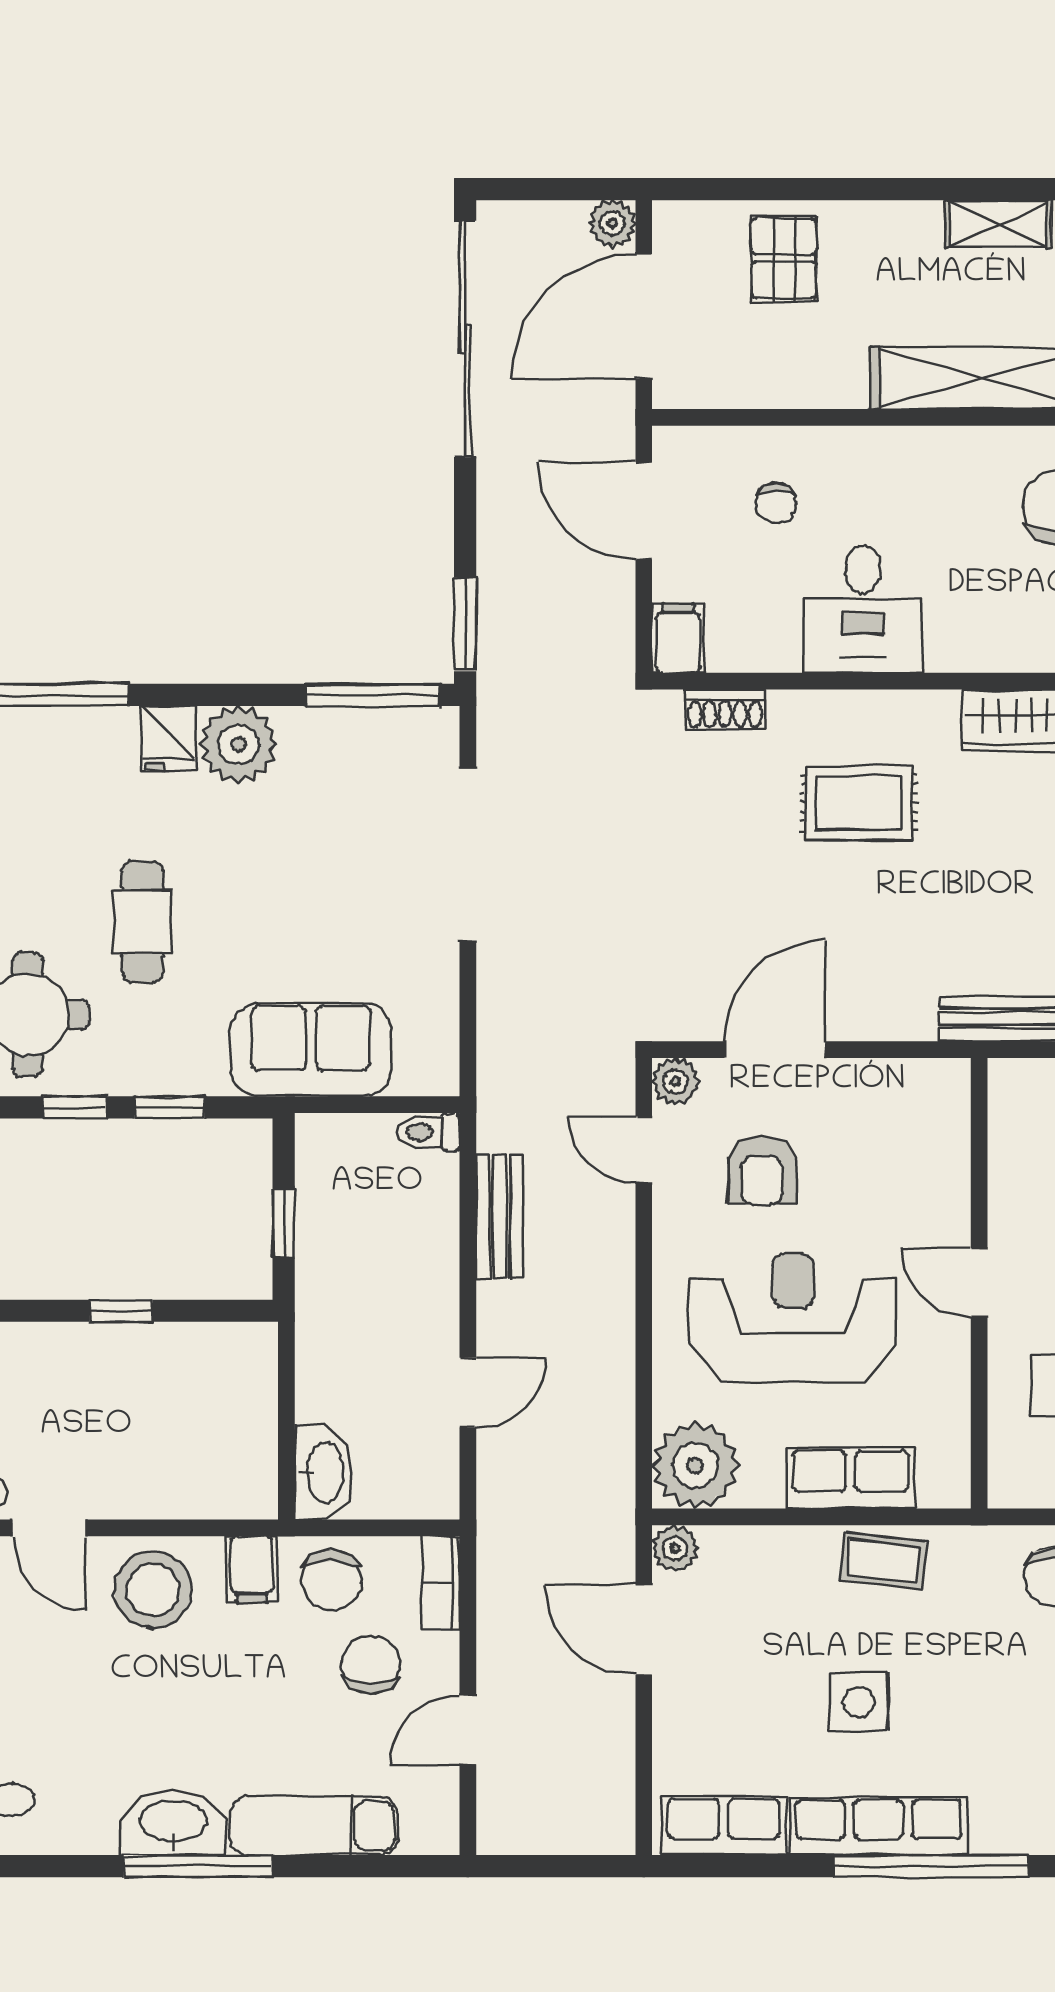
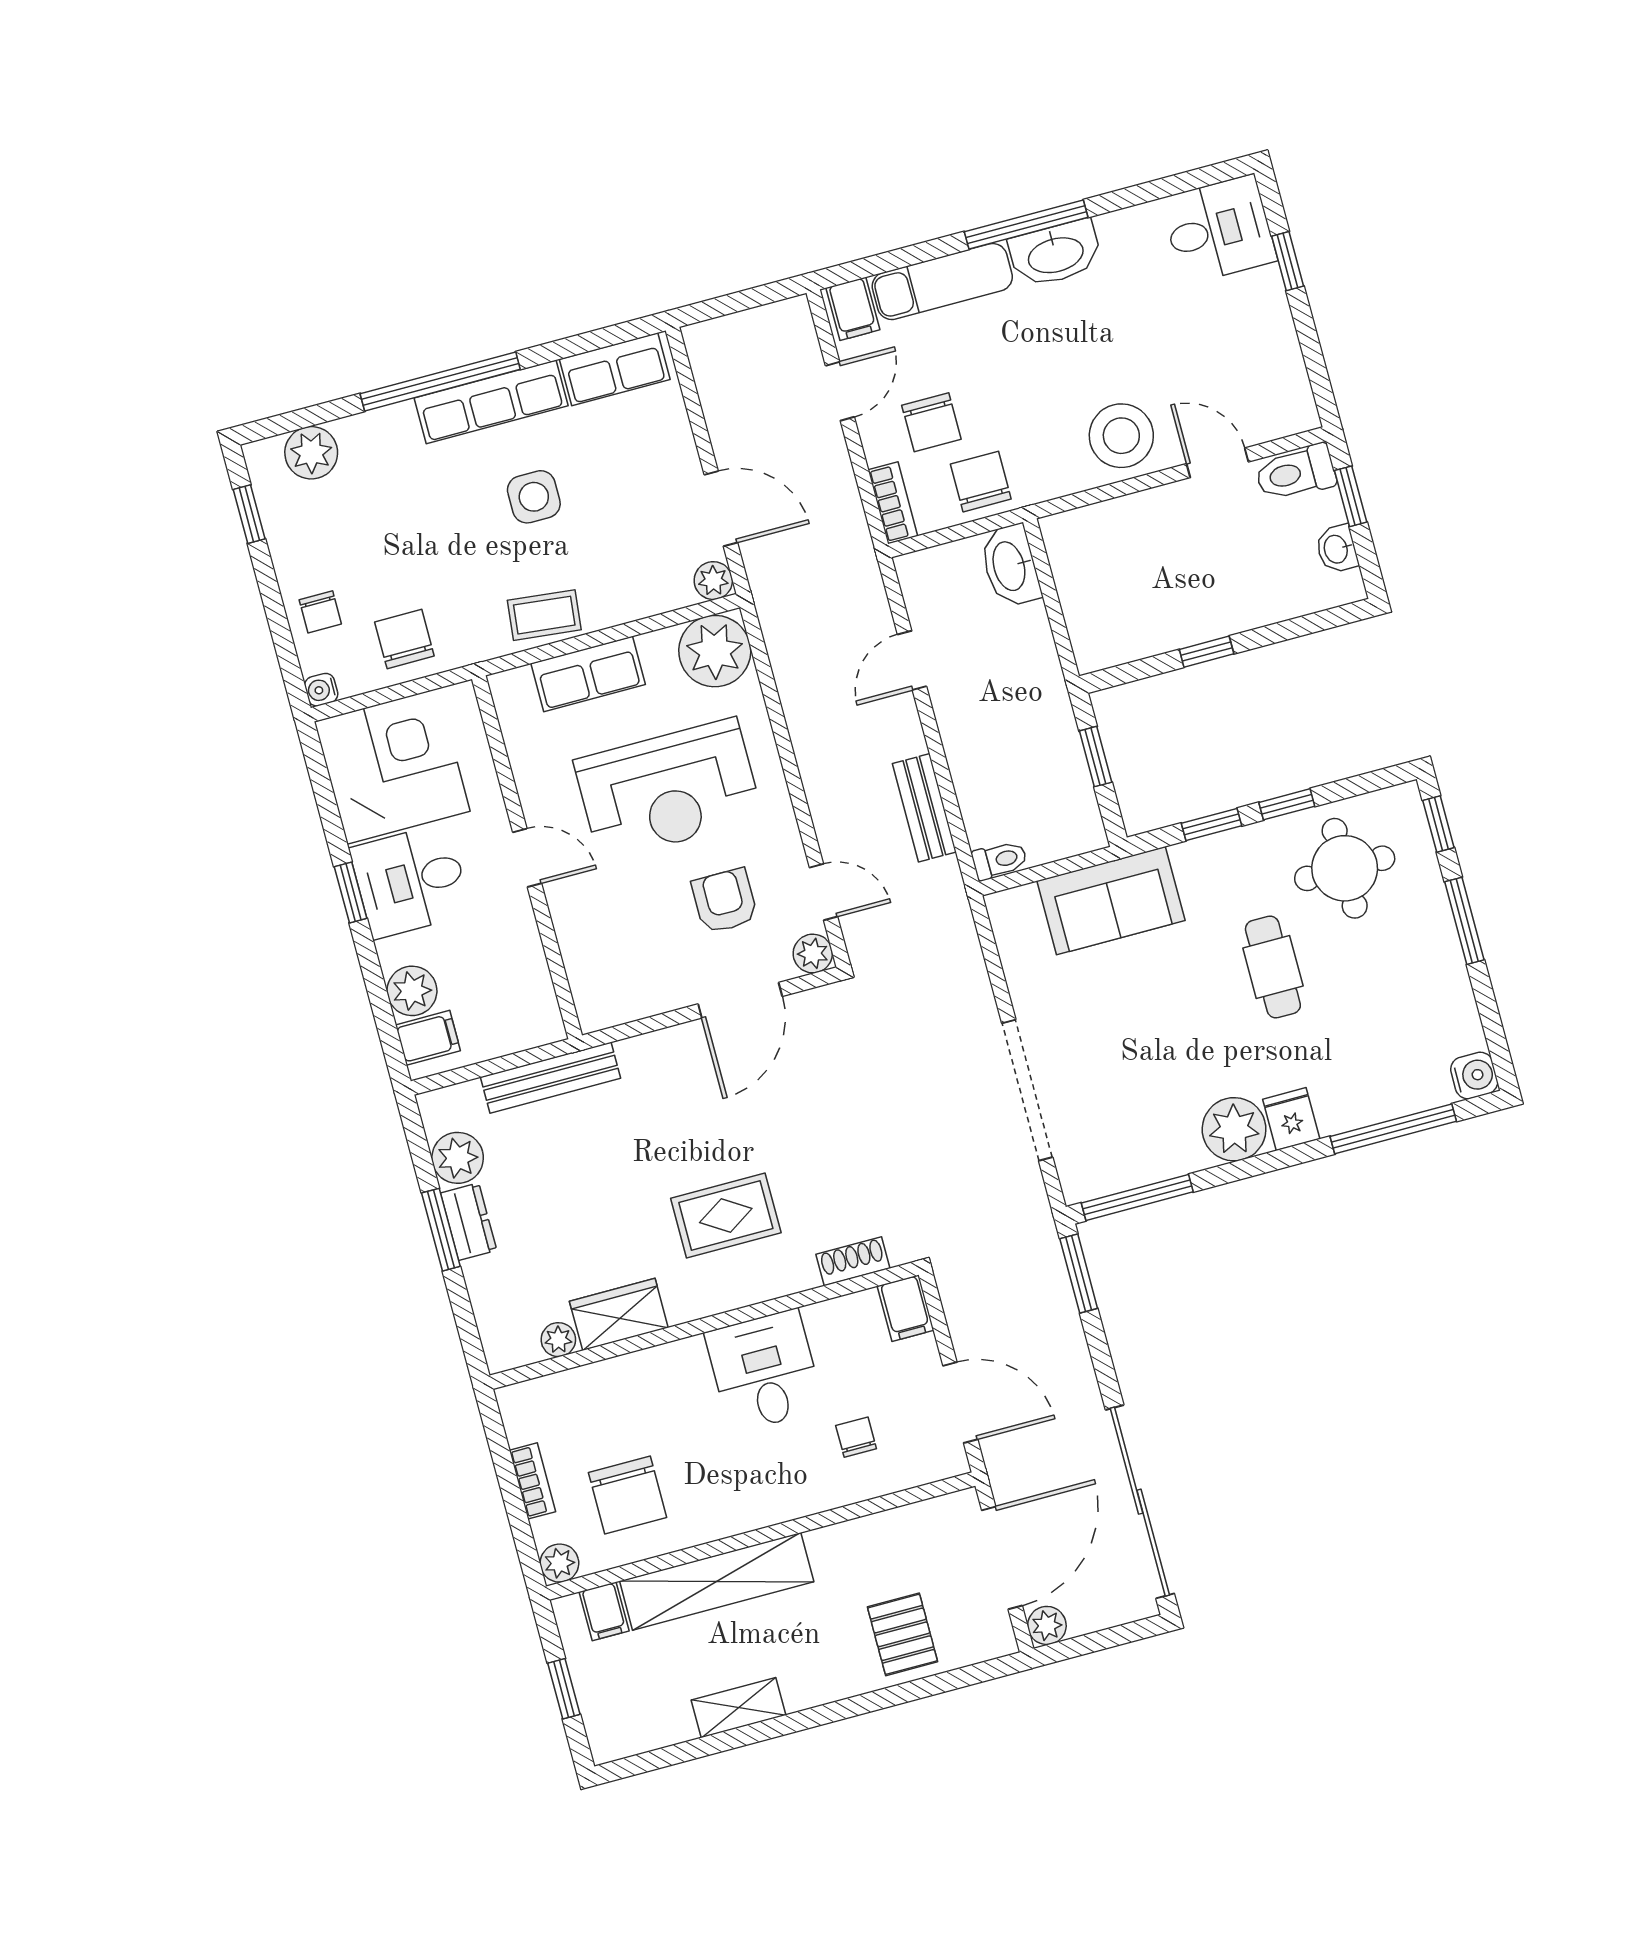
filing cabinet: (252, 1569) -> (853, 309), moved, turned 180

